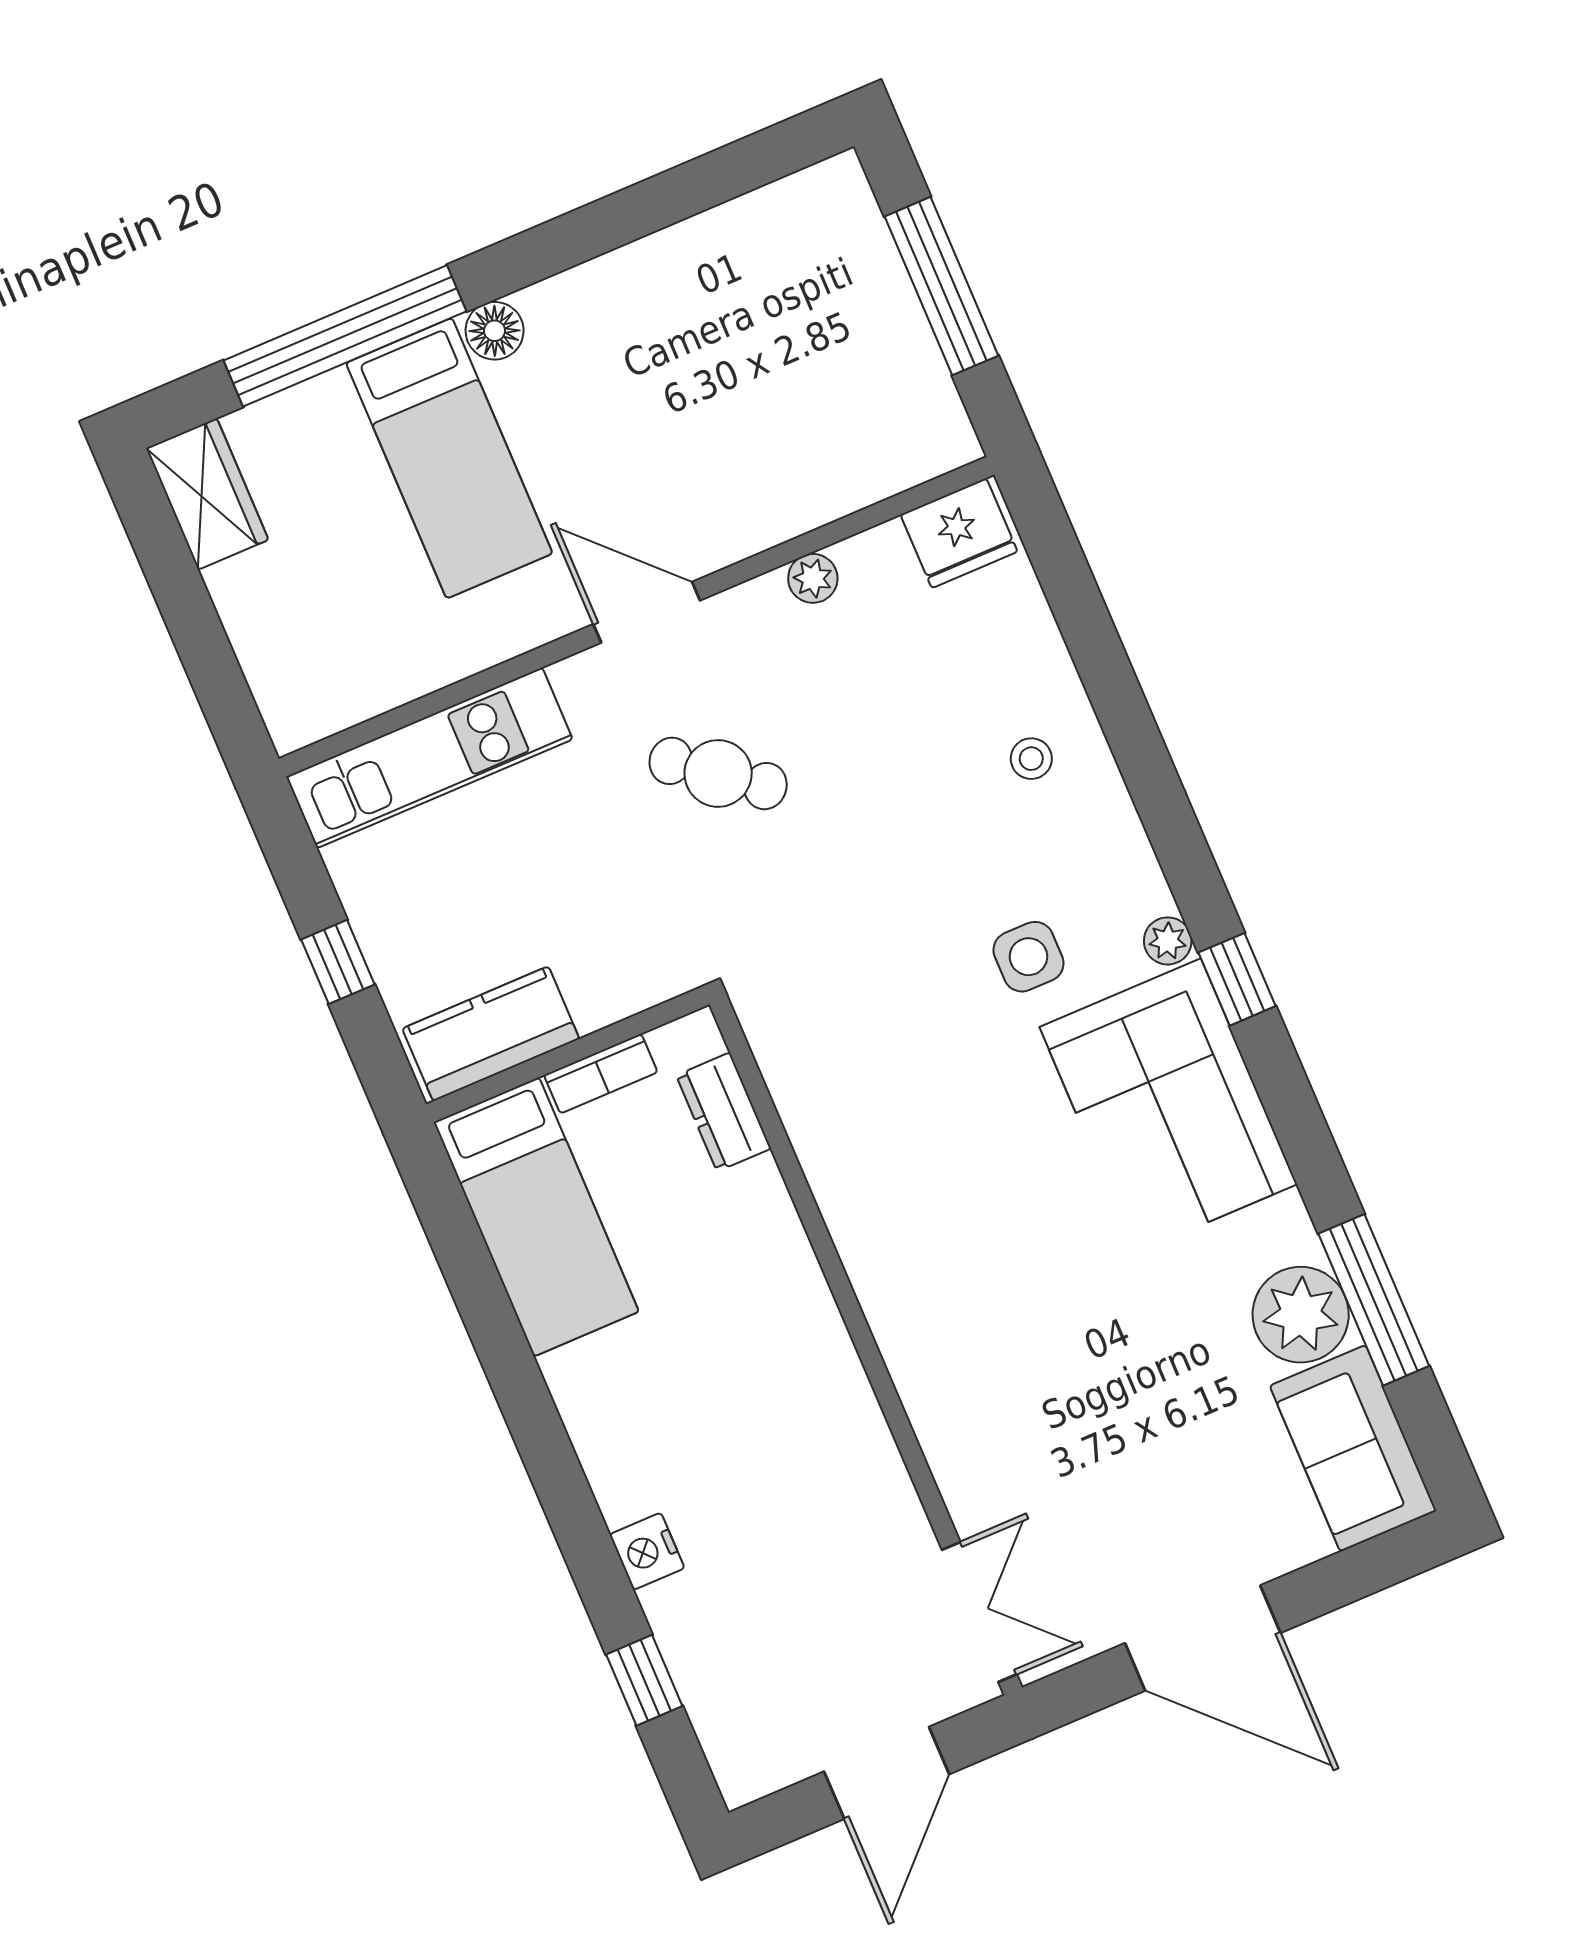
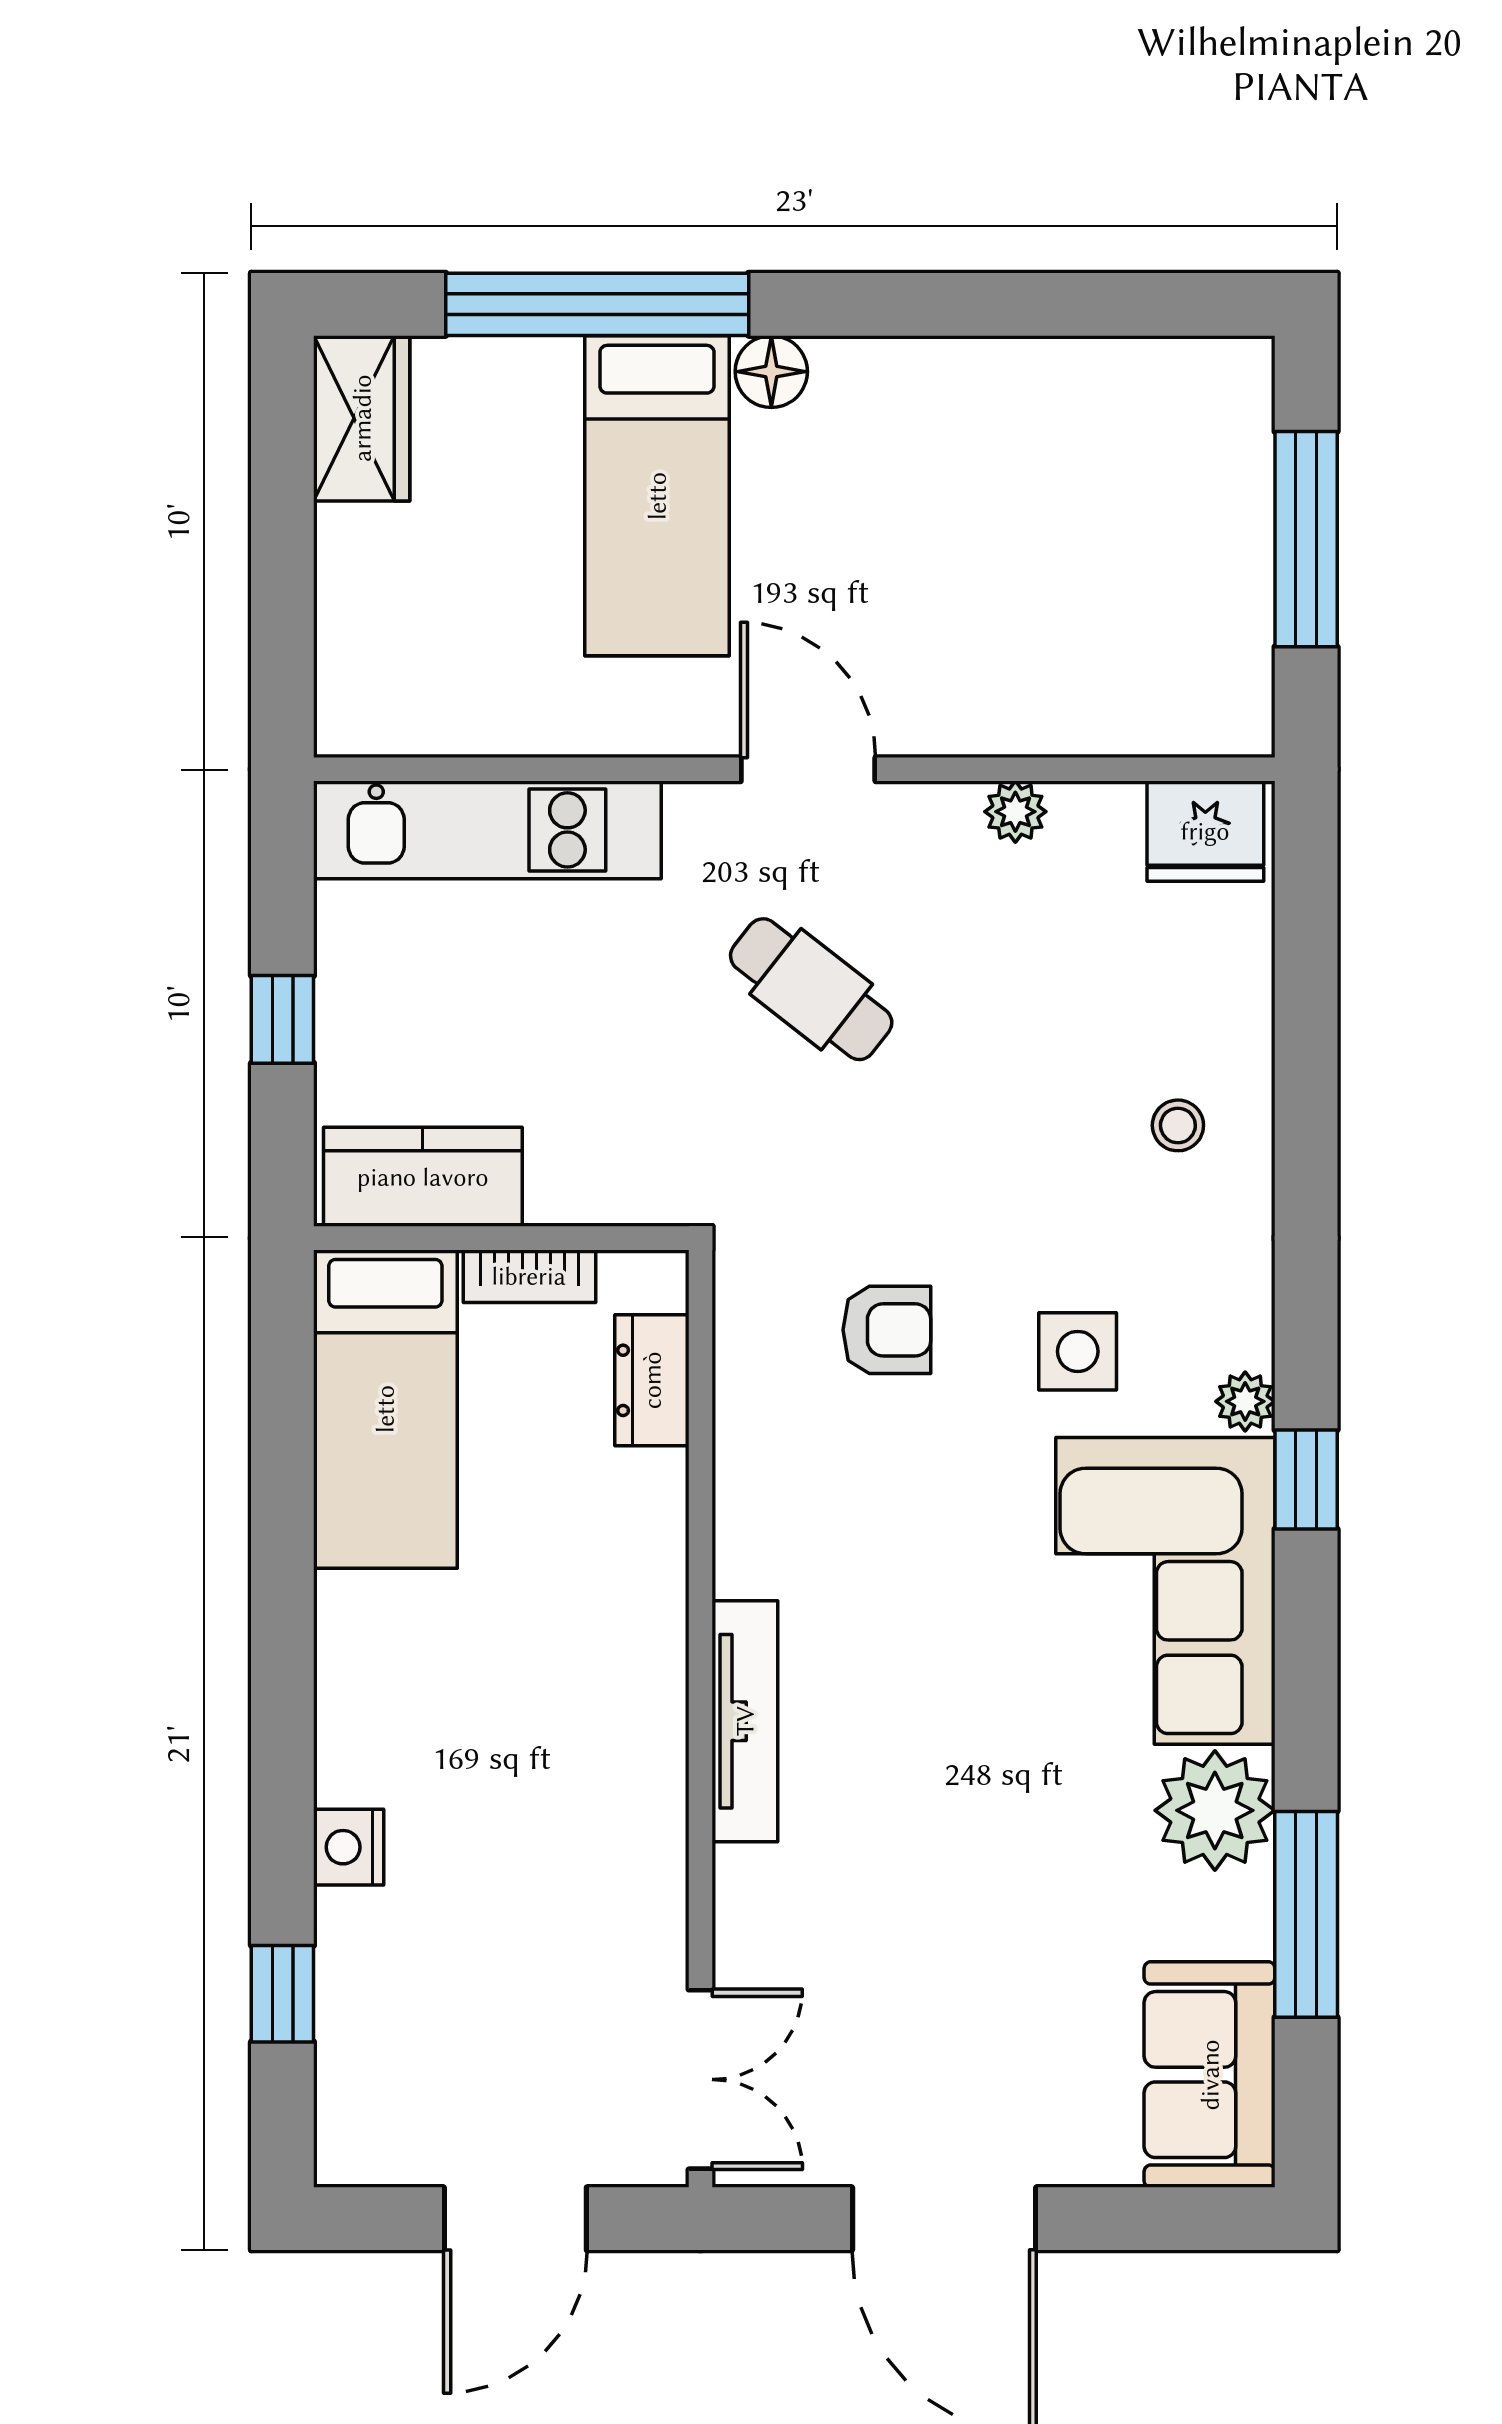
armchair: (881, 1001) -> (887, 1330), added
plant: (1301, 1315) -> (1215, 1810), moved
tv unit: (899, 1334) -> (745, 1721), added

